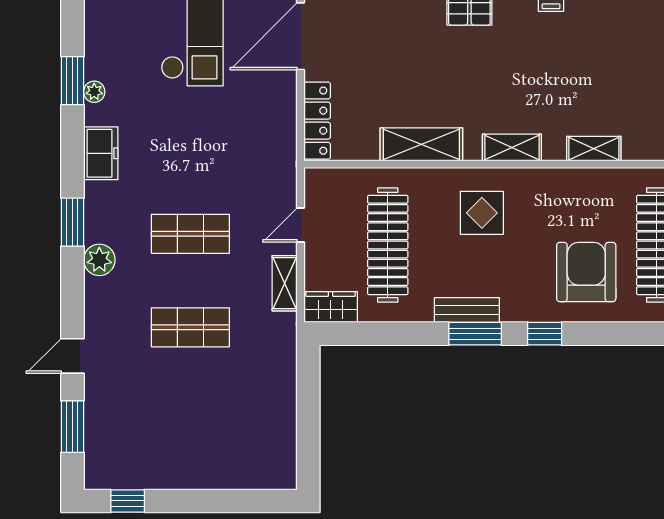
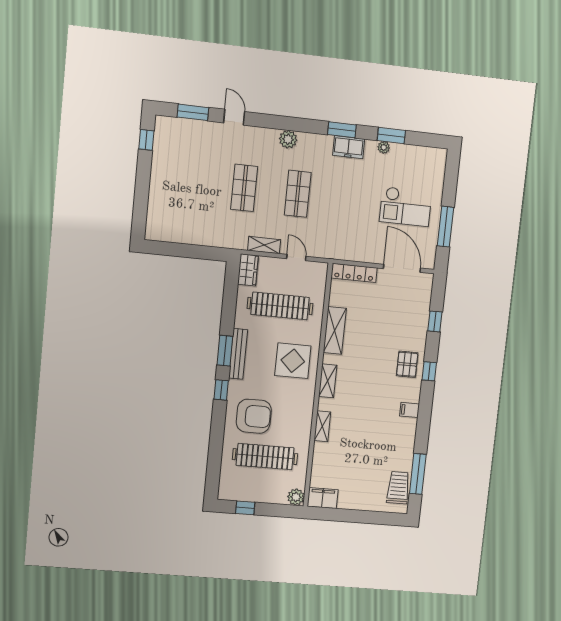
display table: (482, 213) -> (293, 361), width x1.36, depth x1.36
window: (72, 222) -> (342, 130), moved
bench: (467, 310) -> (238, 354), width x1.36

